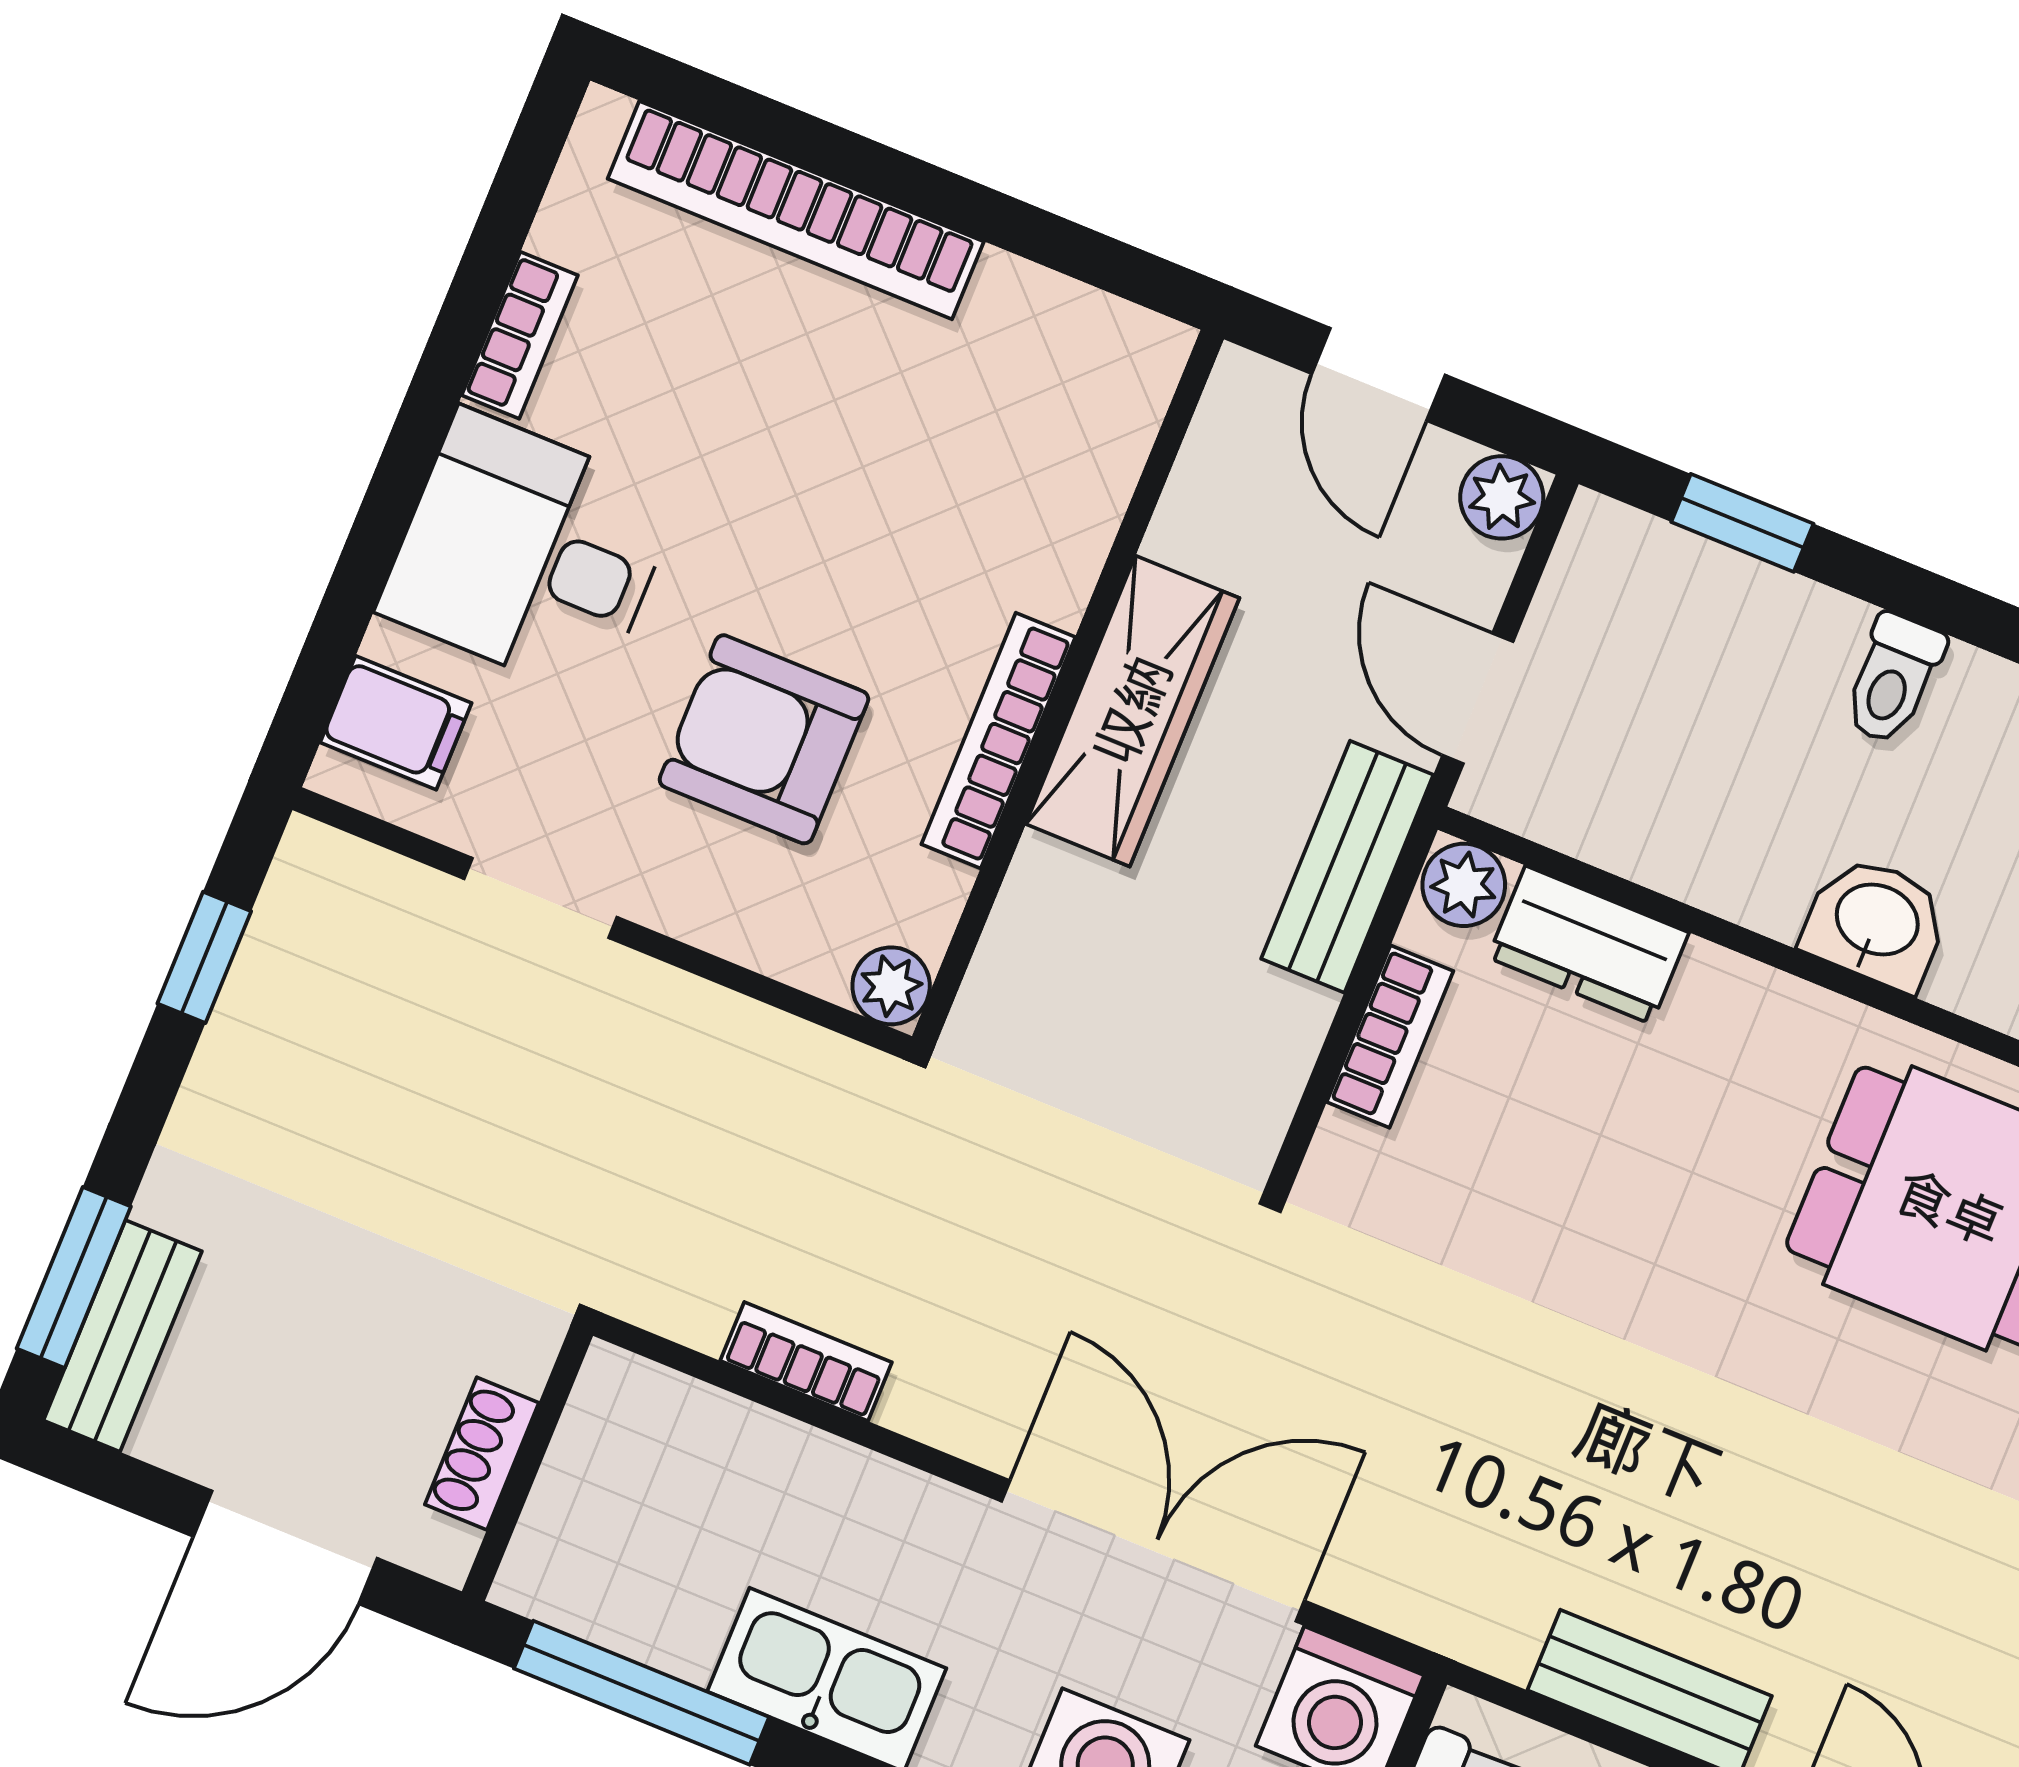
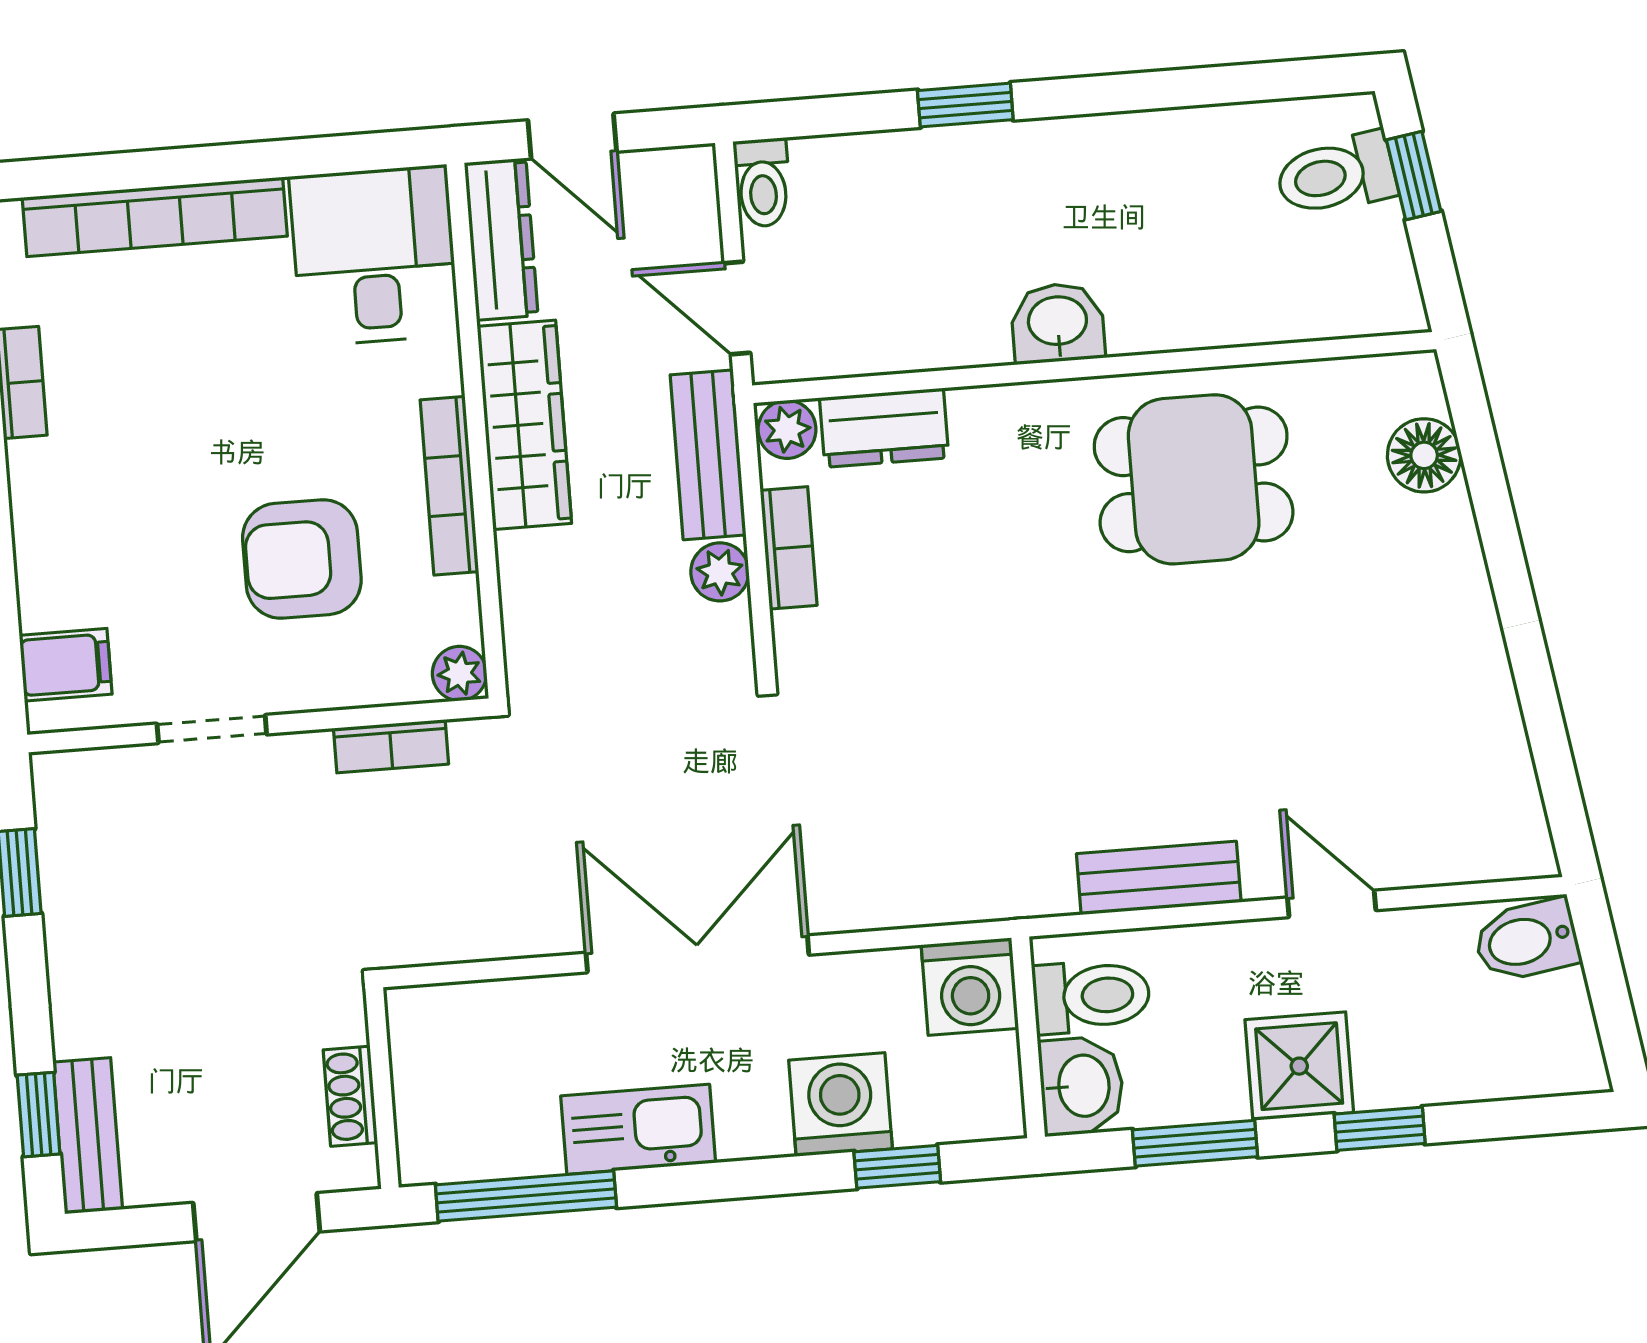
dresser: (1222, 460) -> (501, 239), added
plant: (1502, 497) -> (720, 572), moved
window: (1742, 523) -> (965, 105), moved
desk: (529, 554) -> (374, 256), moved, turned 90
toilet: (1893, 679) -> (763, 183), moved
window: (74, 1277) -> (39, 1115), width x0.67
bookcase: (806, 1362) -> (391, 746), moved, turned 180
double door: (1153, 1551) -> (697, 954), moved

